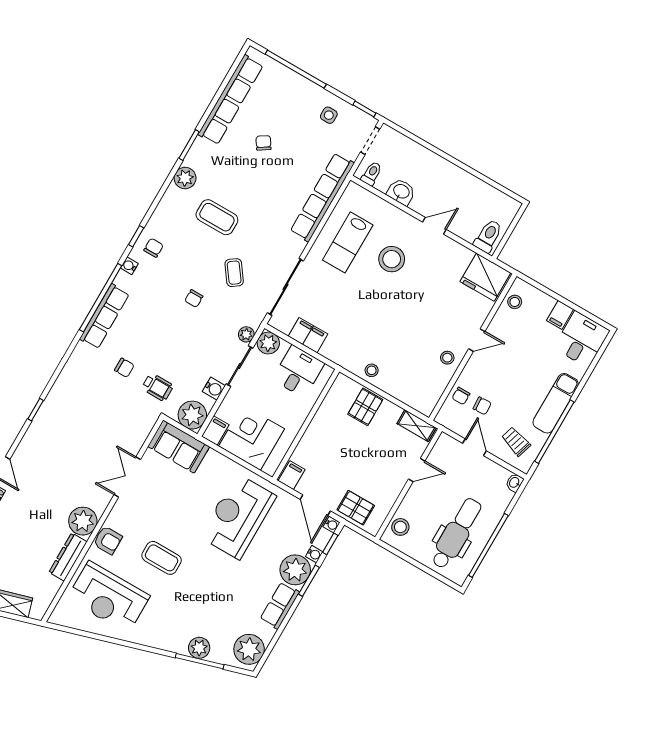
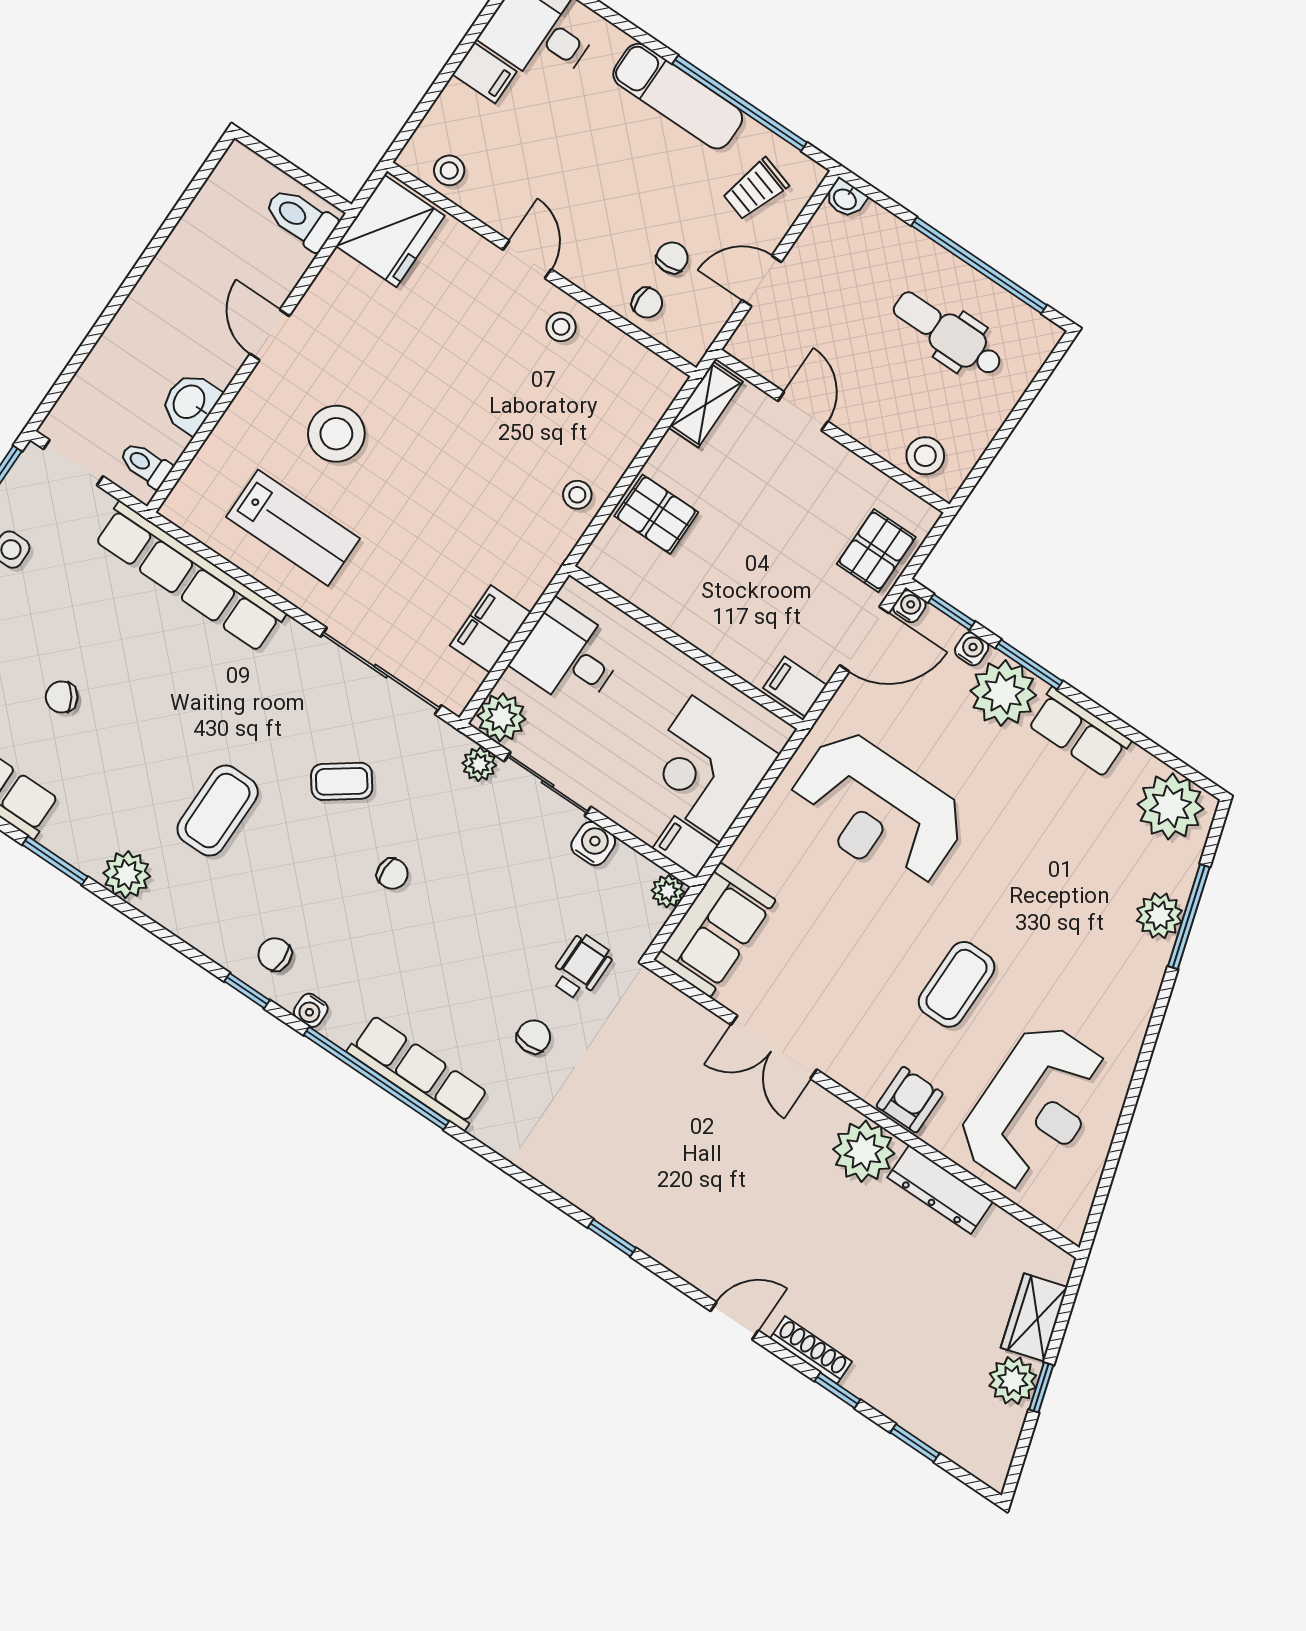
plant: (192, 415) -> (668, 891), width x0.53, depth x0.53
dental chair: (456, 533) -> (948, 334), width x0.73, depth x0.72

